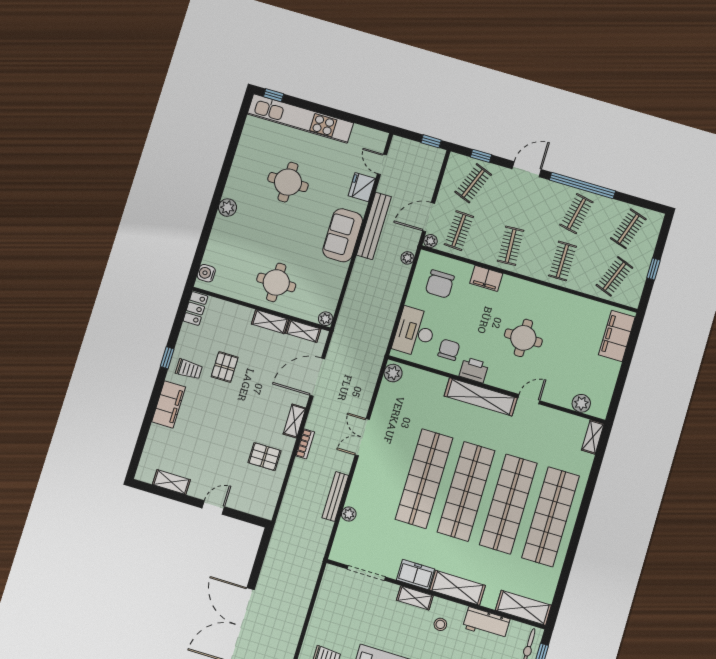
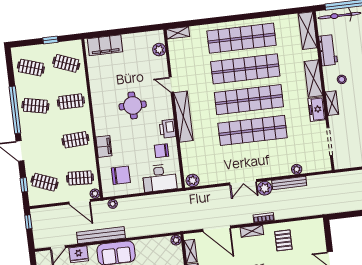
plant: (342, 462) -> (265, 188), added

